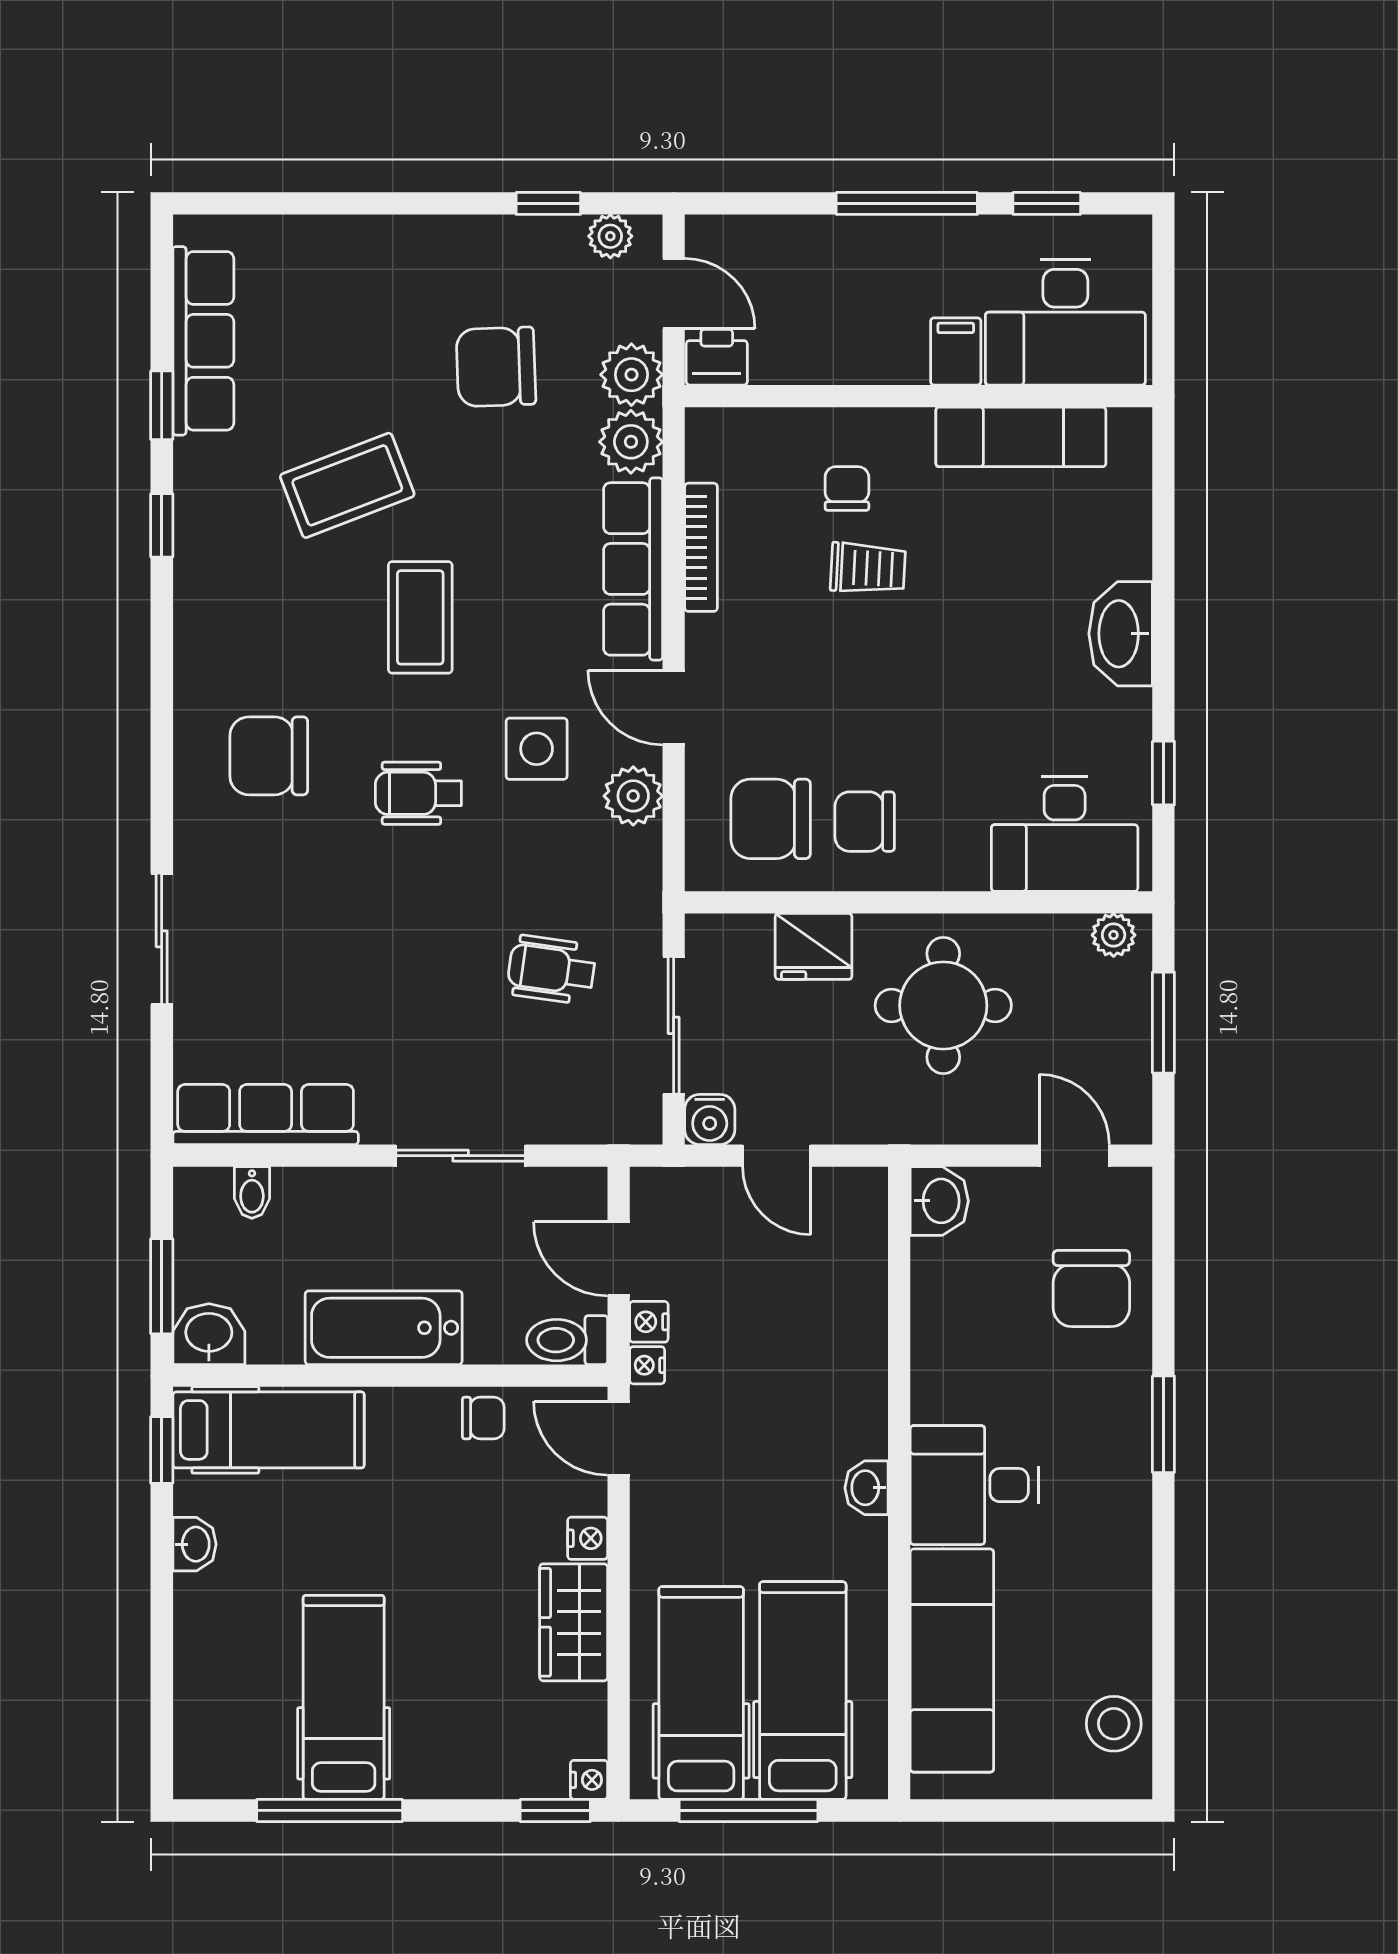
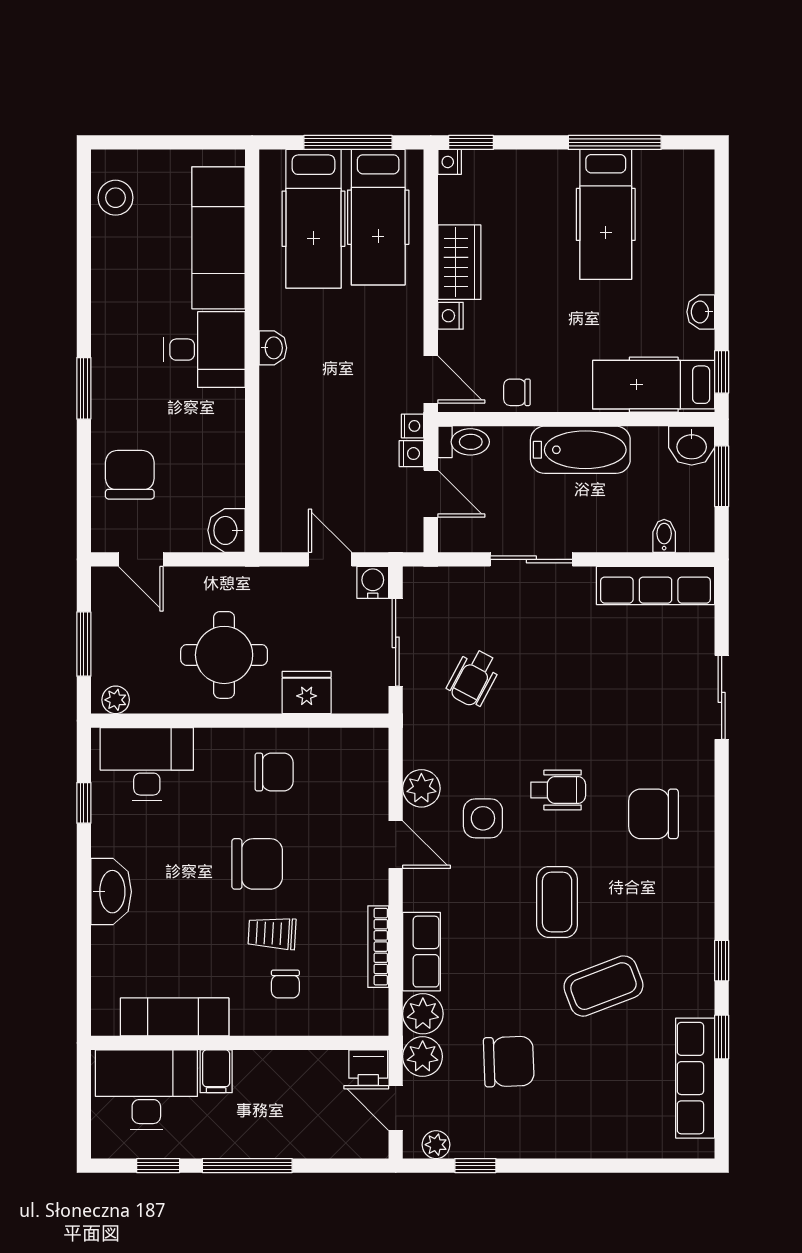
row of seats: (633, 569) -> (421, 952), width x0.68
chair: (269, 756) -> (653, 814), turned 180
chair: (771, 819) -> (257, 864), moved
wheelchair: (551, 970) -> (474, 678), turned 110

